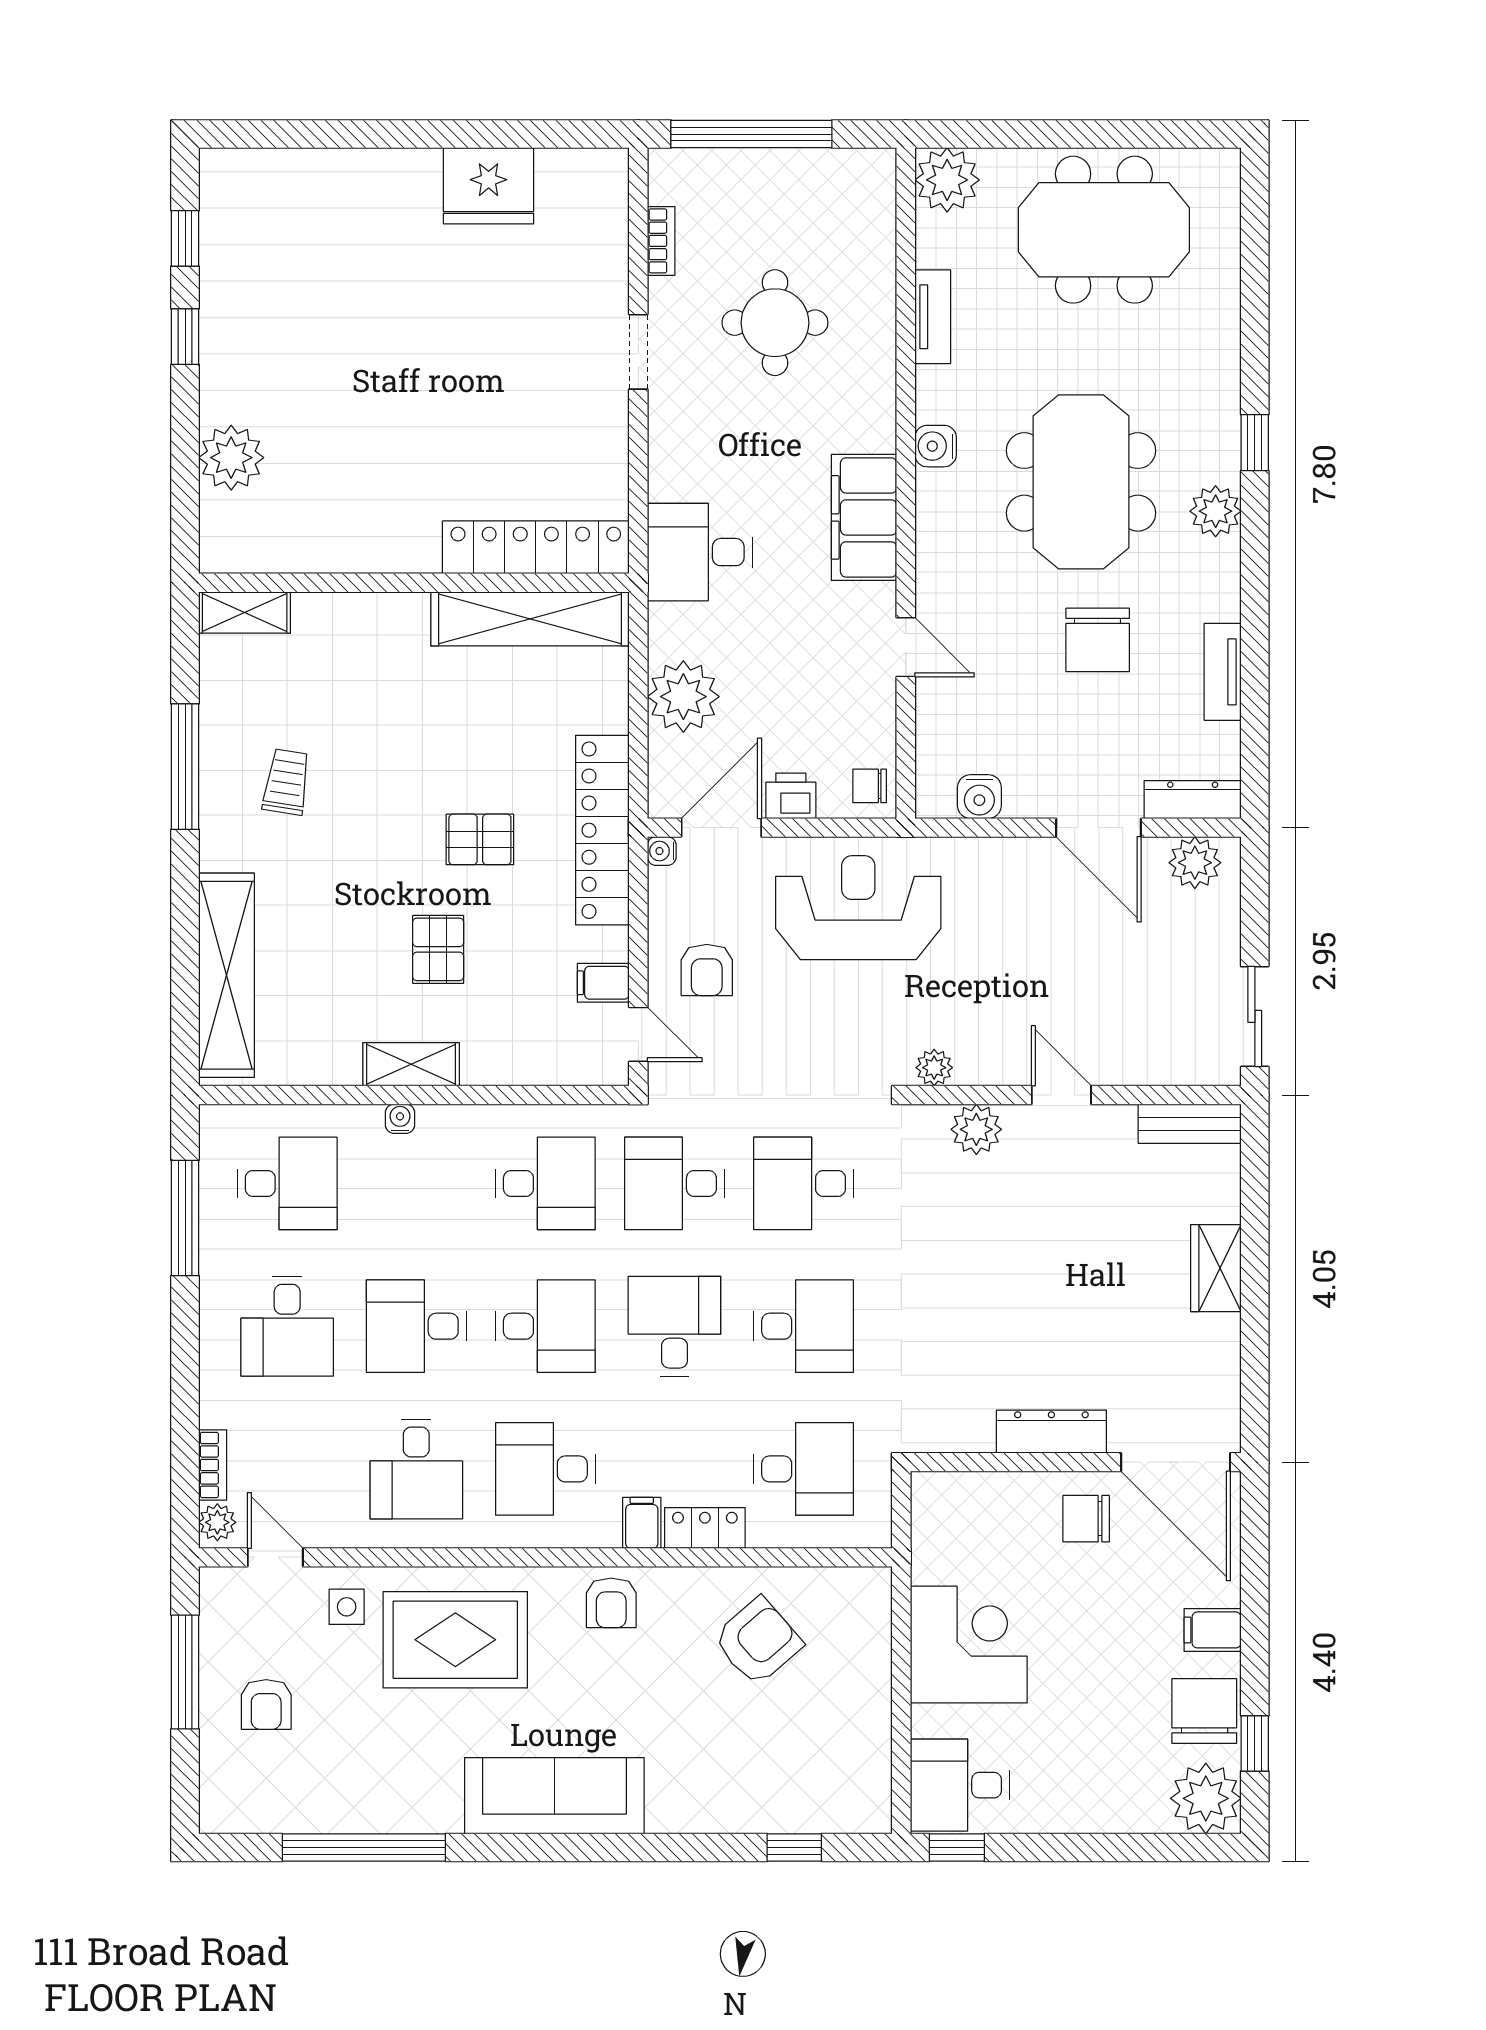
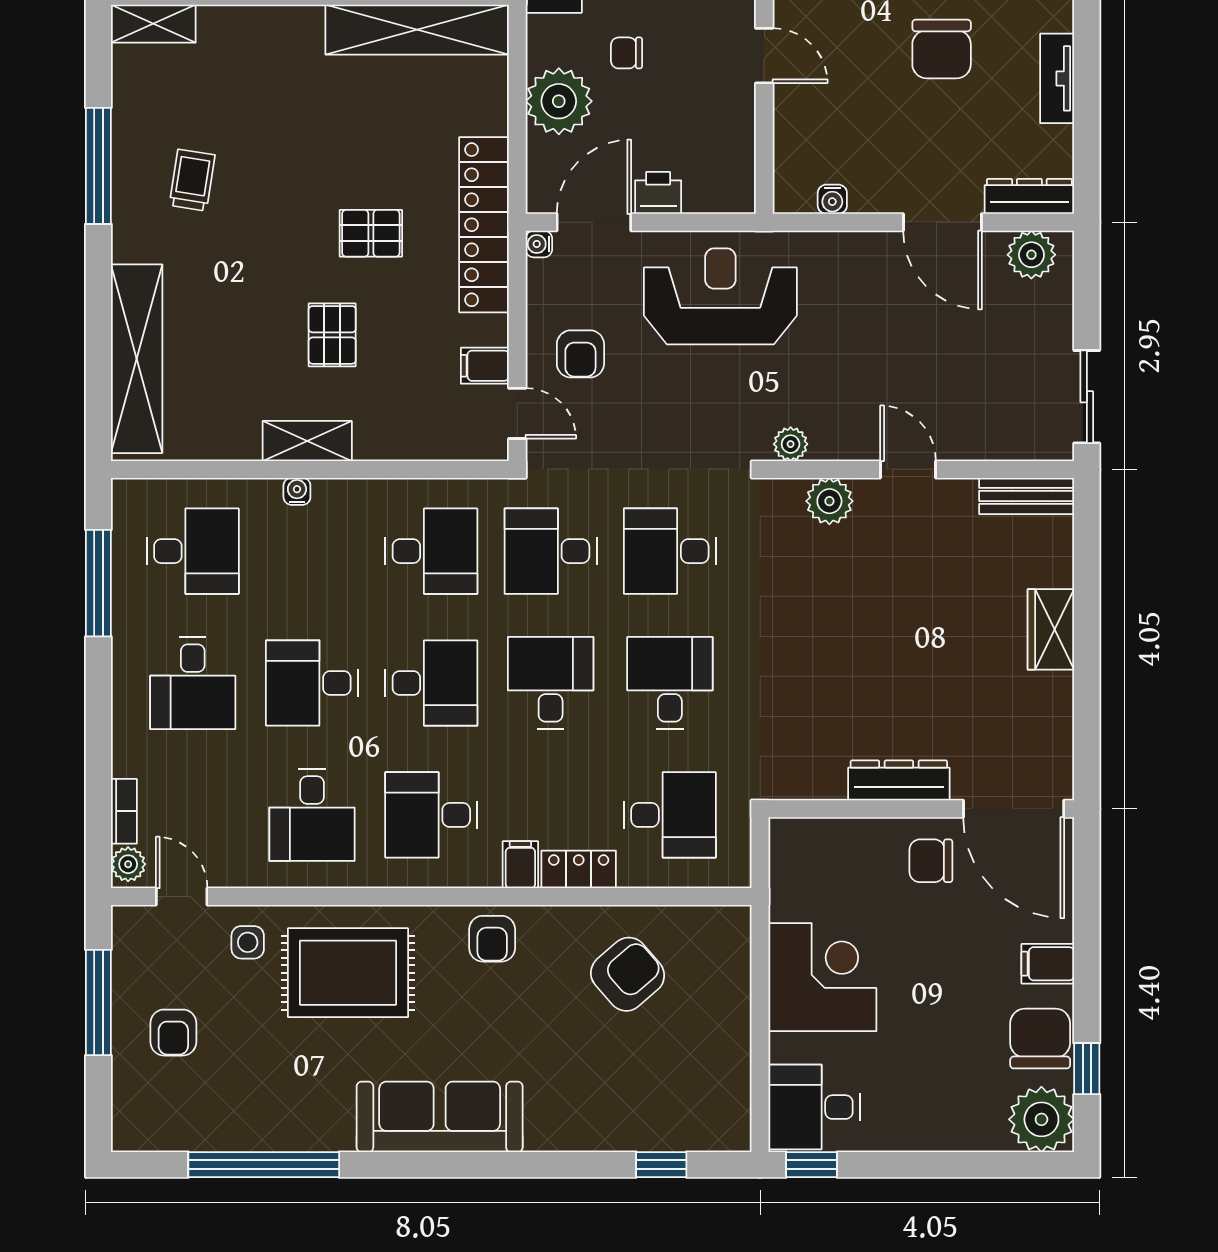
chair: (870, 786) -> (627, 53), moved
water cooler: (979, 797) -> (832, 199), width x0.72, depth x0.72
desk: (804, 1326) -> (670, 683), turned -90

